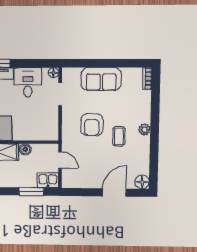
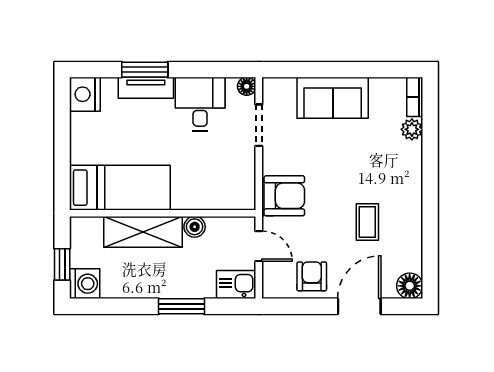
armchair: (92, 125) -> (284, 196), moved, turned -90
plant: (144, 130) -> (412, 129), moved
coffee table: (119, 136) -> (367, 222), moved
armchair: (89, 176) -> (312, 276), added
window: (31, 192) -> (182, 306), moved

